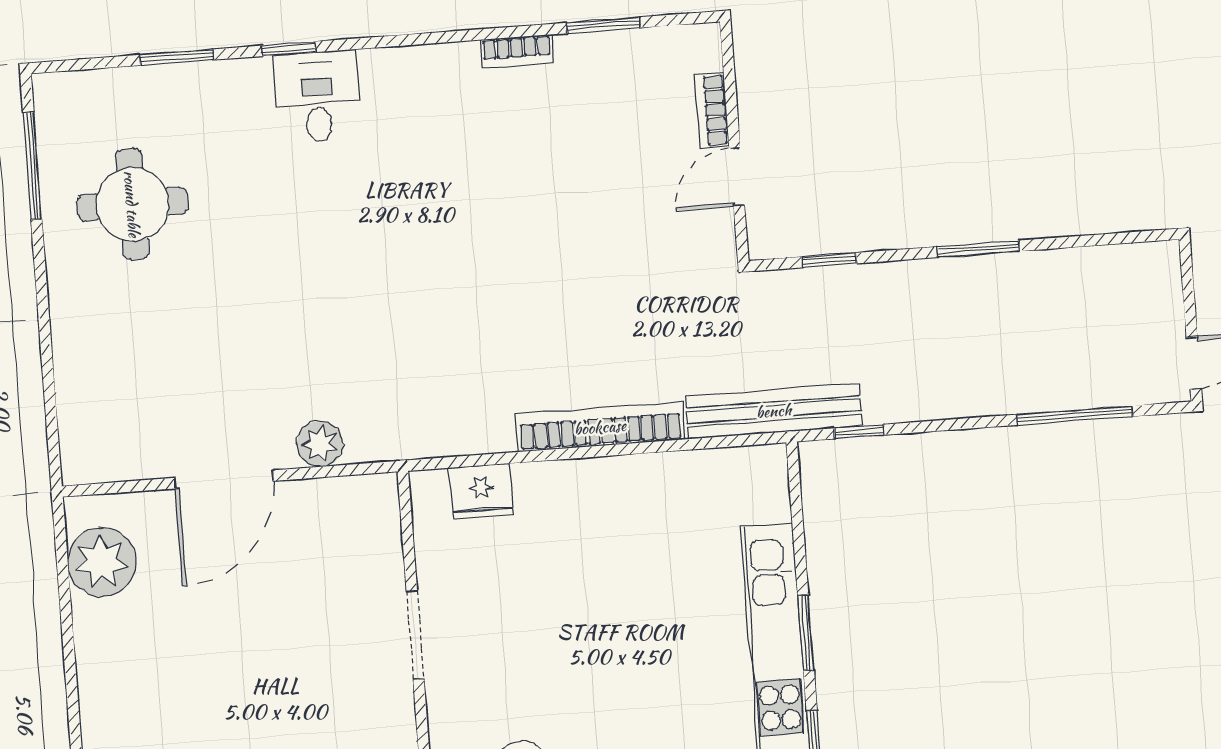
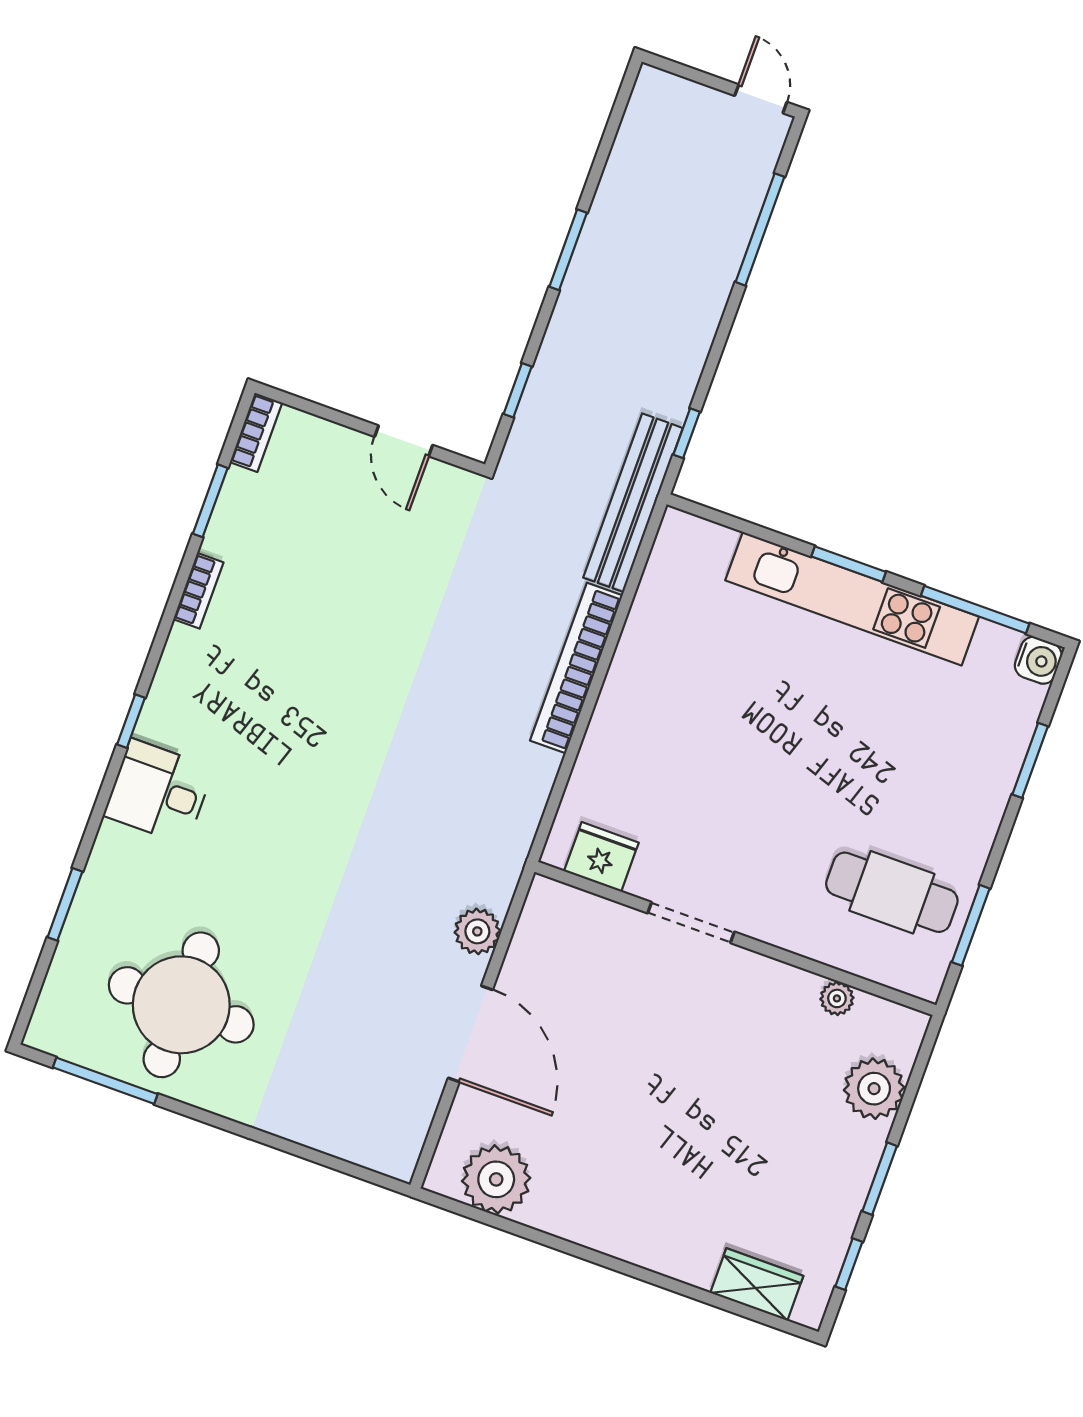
window: (288, 49) -> (131, 721), moved
bookcase: (712, 110) -> (256, 432), moved, turned -90
round table: (132, 204) -> (181, 1005), width x1.36, depth x1.36
fridge: (481, 491) -> (601, 857), moved, turned -90

